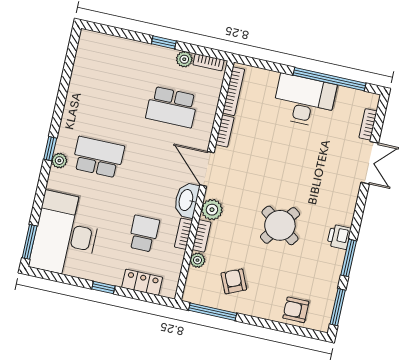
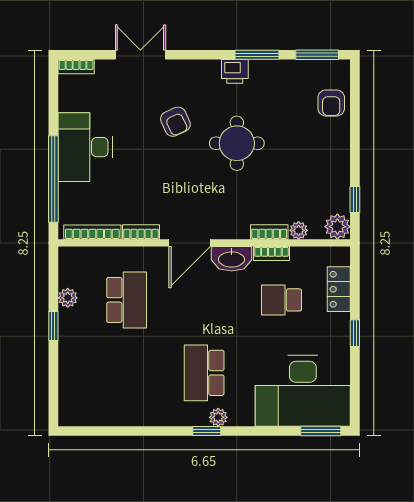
bookcase: (209, 62) -> (65, 269), removed
window: (330, 79) -> (53, 179), moved
bookcase: (368, 124) -> (76, 67), moved
plant: (212, 210) -> (337, 227), moved
round table: (280, 225) -> (237, 143), turned -36
armchair: (234, 281) -> (175, 122), moved, turned -91
window: (213, 312) -> (355, 199), width x0.46

